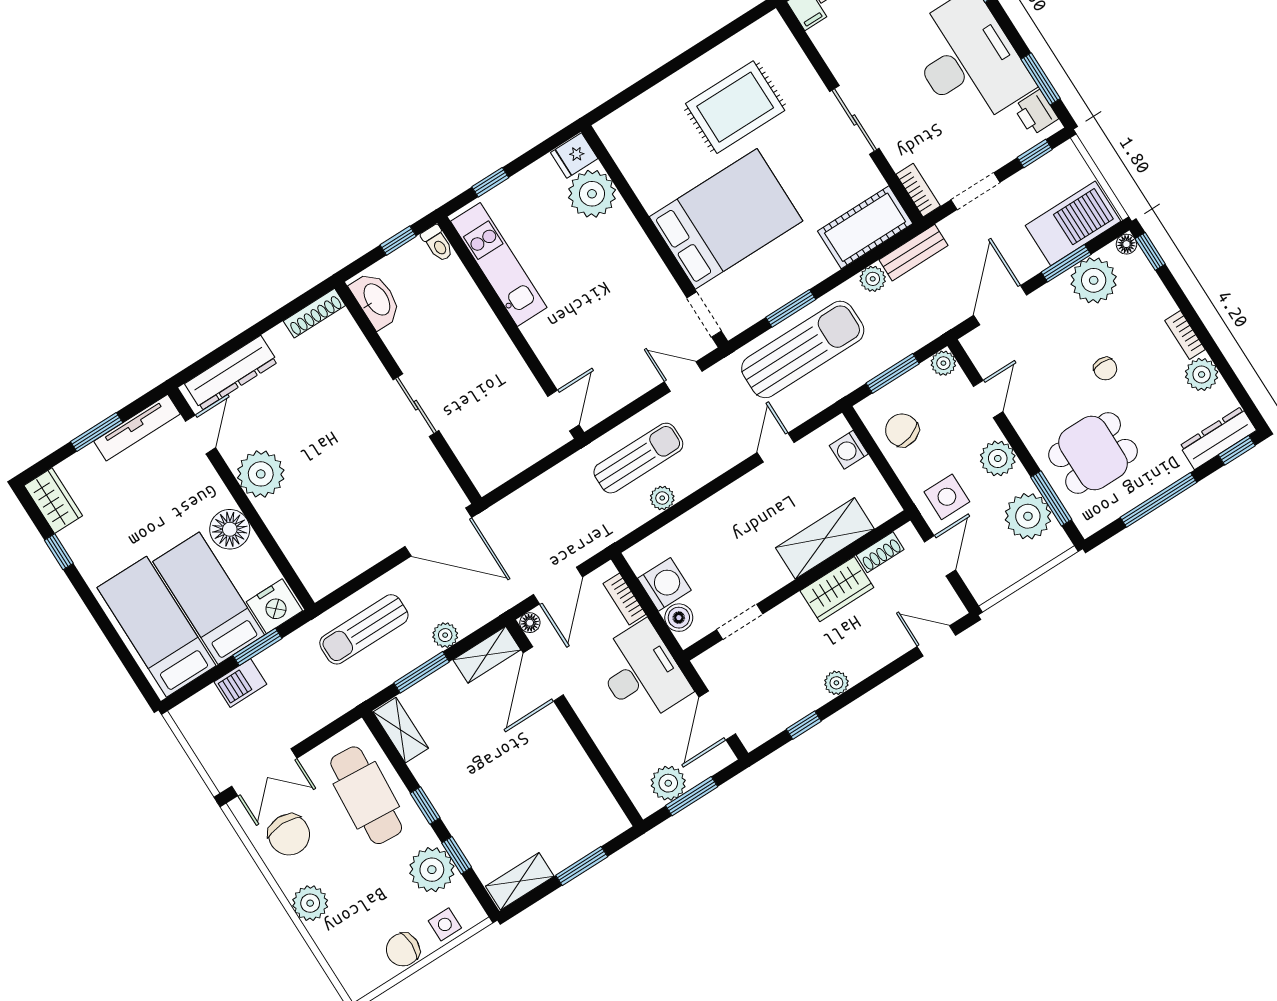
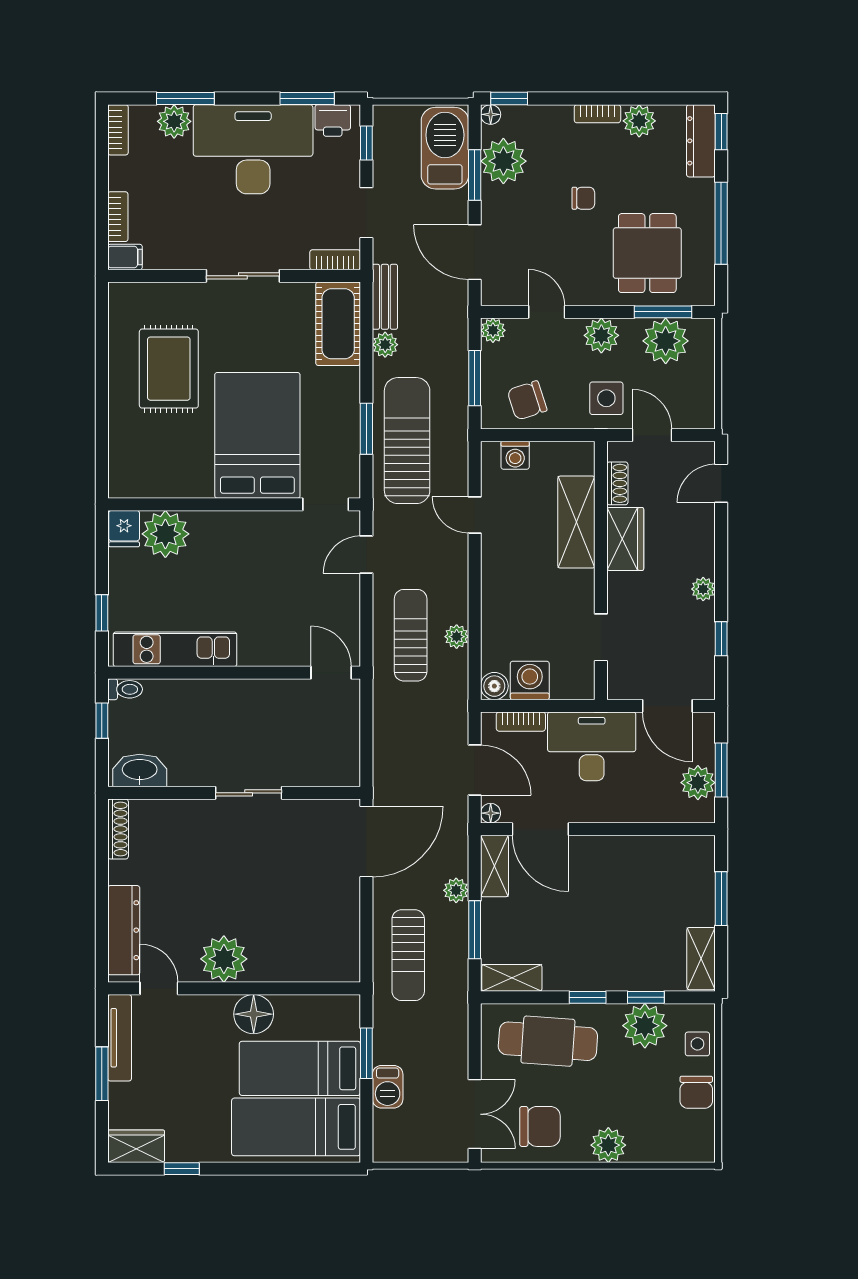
nightstand: (274, 606) -> (341, 1018), removed
boiler: (679, 618) -> (494, 686), moved

